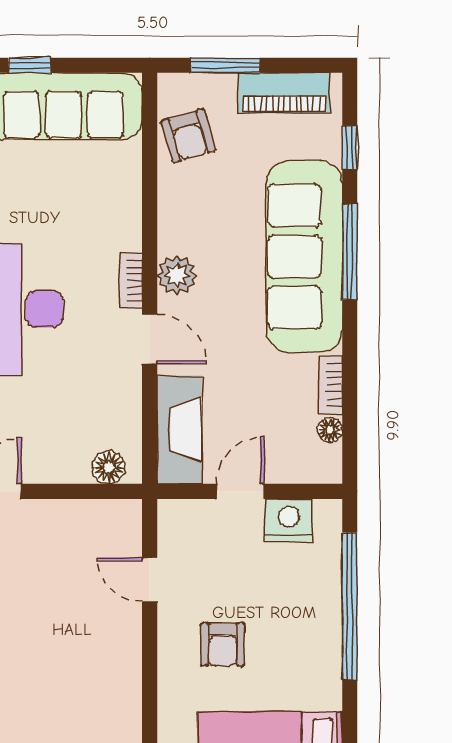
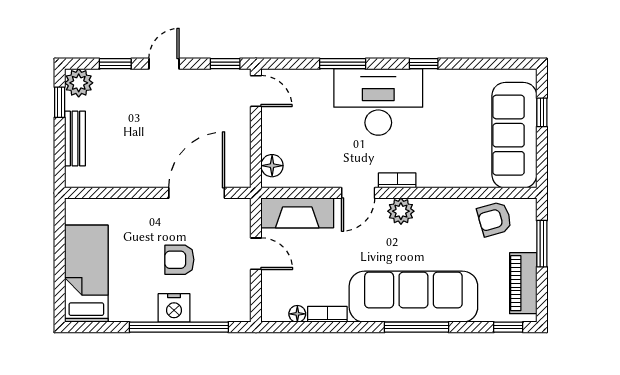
window: (350, 147) -> (508, 327), moved
nightstand: (289, 520) -> (174, 308), moved, turned 90
door: (150, 580) -> (197, 193), width x1.88
armchair: (223, 645) -> (179, 260), moved

